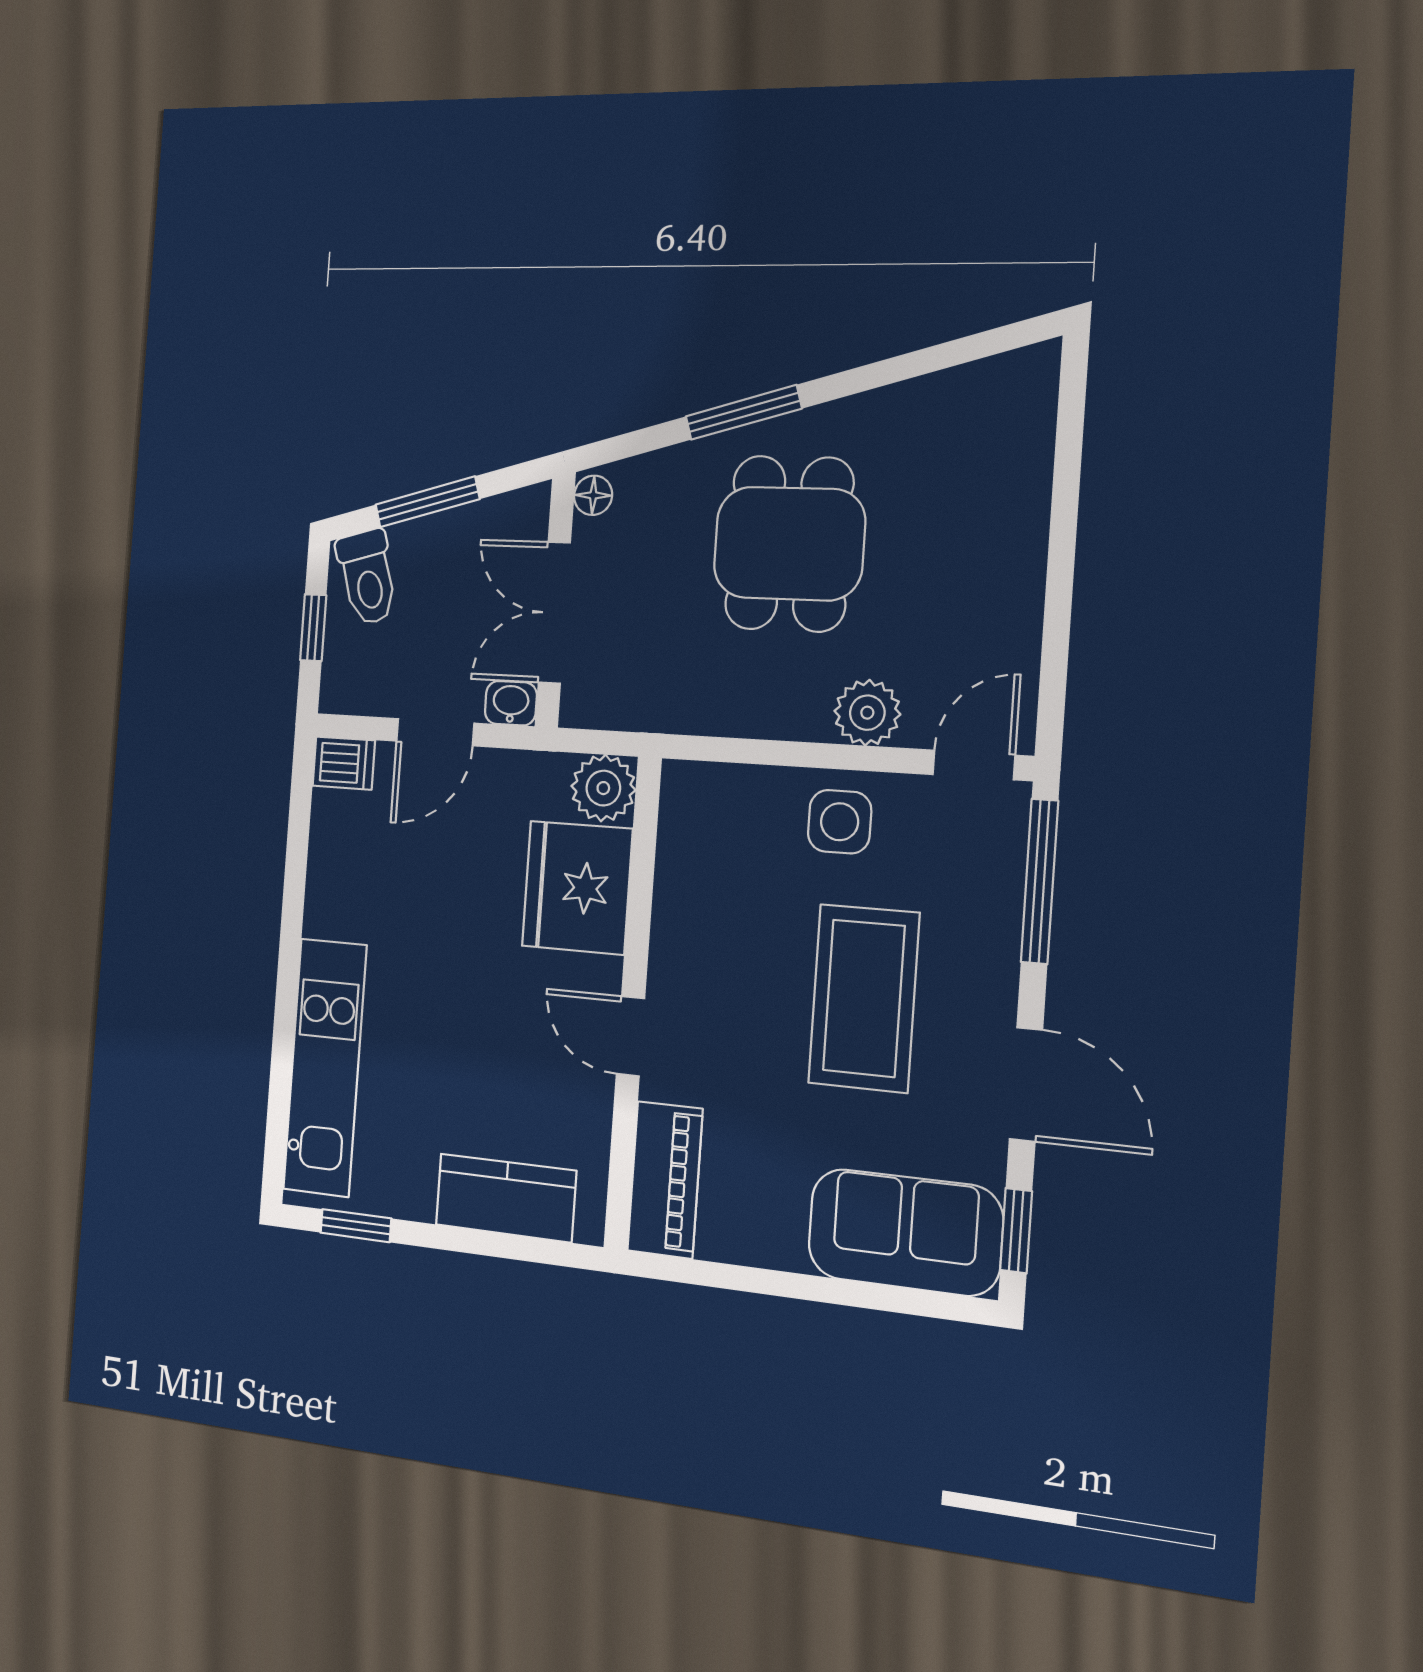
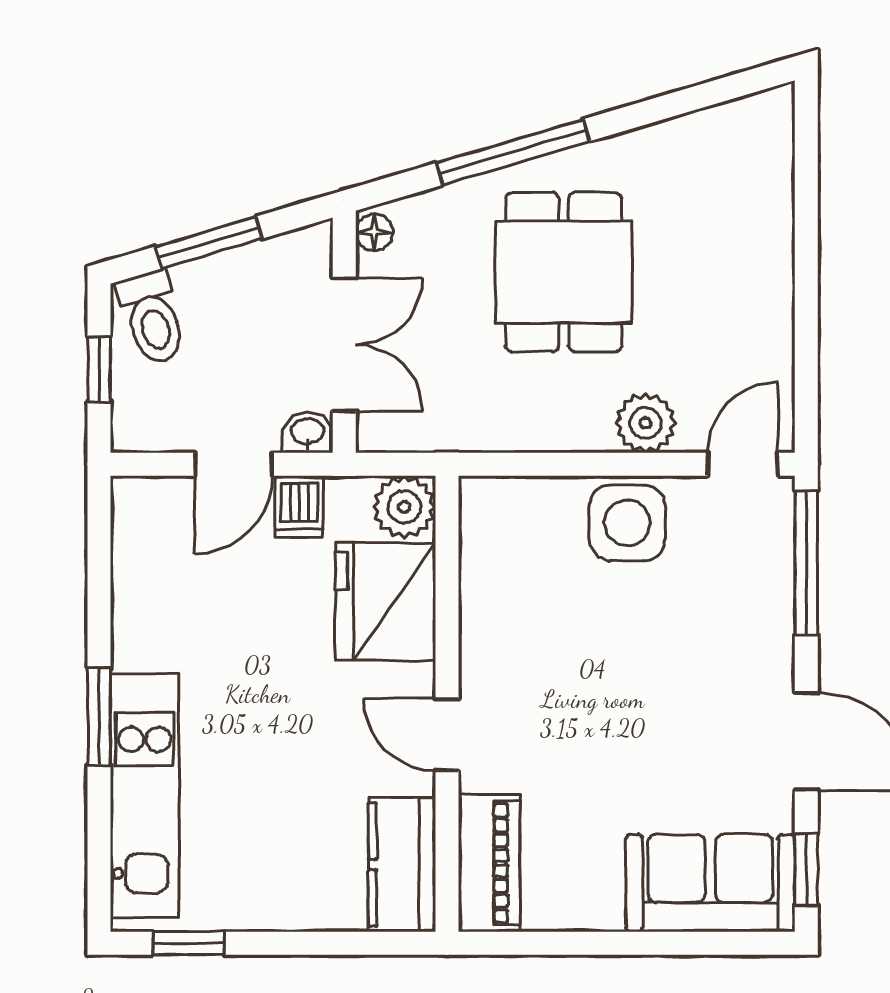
window: (744, 412) -> (513, 152), width x1.44
double door: (554, 613) -> (344, 344), swing flipped
dishwasher: (344, 763) -> (299, 507), moved, turned 90
side table: (840, 822) -> (627, 523), width x1.37, depth x1.37
window: (287, 982) -> (99, 717), added
coffee table: (864, 998) -> (660, 679), removed
kitchen counter: (506, 1198) -> (402, 865), moved, turned -90

